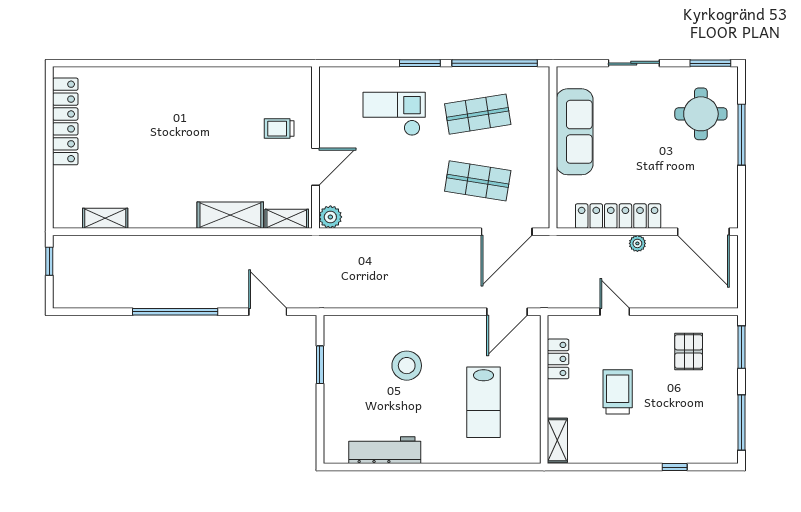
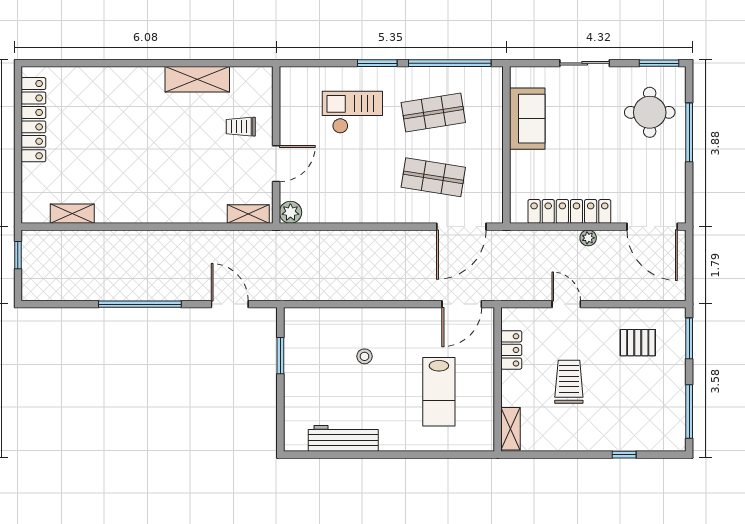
sofa: (575, 132) -> (527, 119), width x0.73
shelving: (230, 215) -> (197, 79), moved
pallet: (689, 351) -> (638, 343), turned 90
stool: (407, 366) -> (364, 356), width x0.53, depth x0.53

